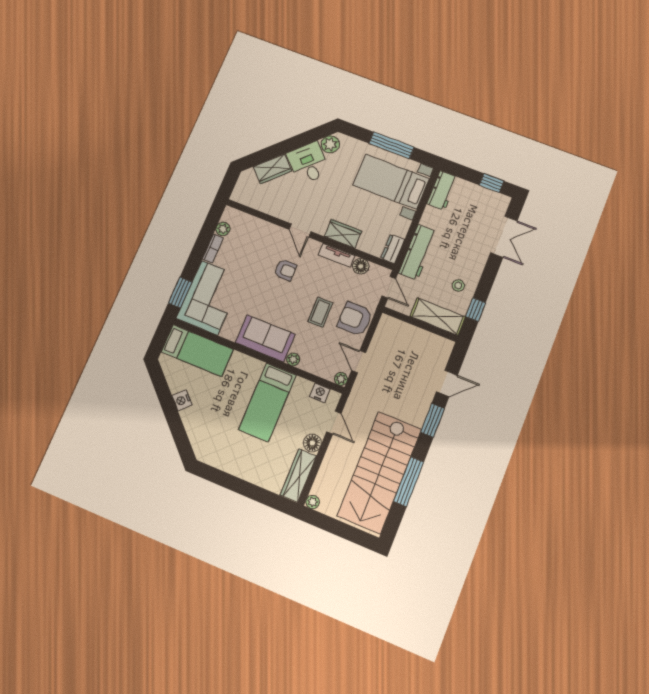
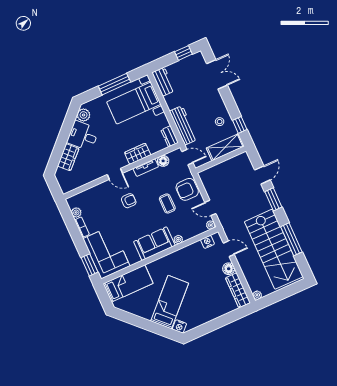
nightstand: (182, 400) -> (179, 326), moved
bed: (267, 402) -> (170, 302), moved, turned -135

